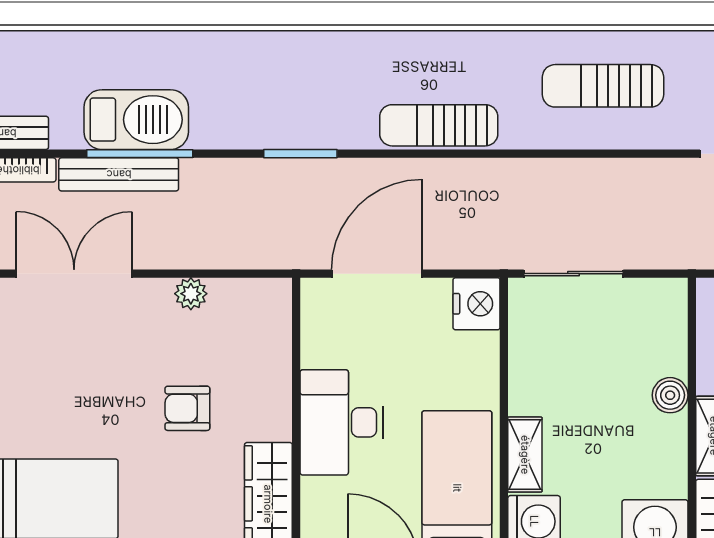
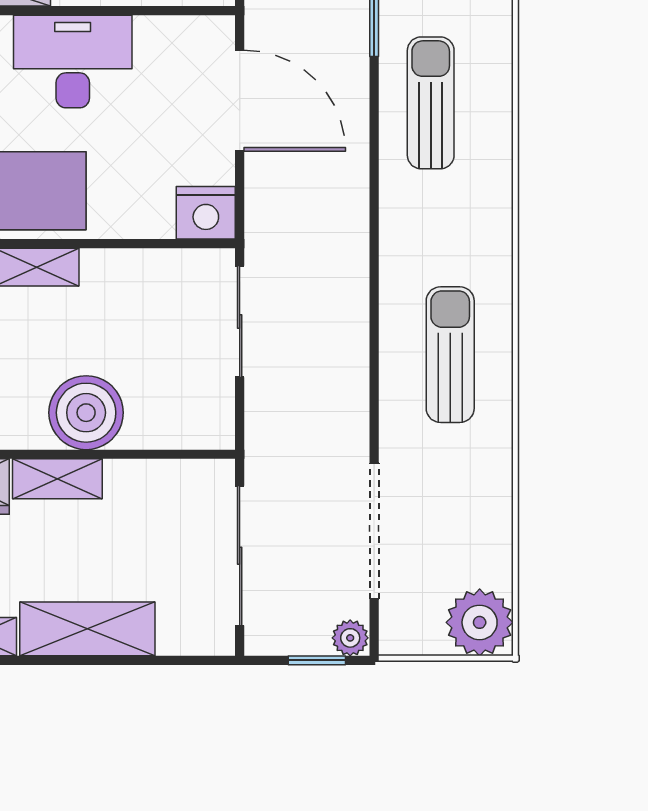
sun lounger: (439, 125) -> (431, 103), moved
boiler: (670, 395) -> (86, 413), width x1.86, depth x1.86

